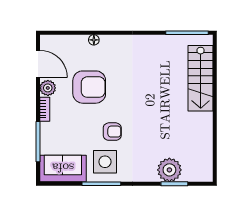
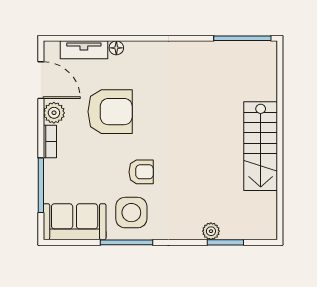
tv unit: (70, 41) -> (84, 50), added
stairs: (201, 78) -> (261, 146), moved
plant: (169, 170) -> (211, 231), width x0.53, depth x0.53

